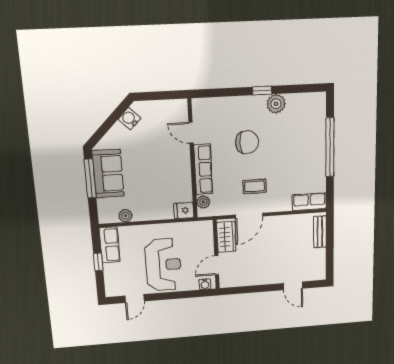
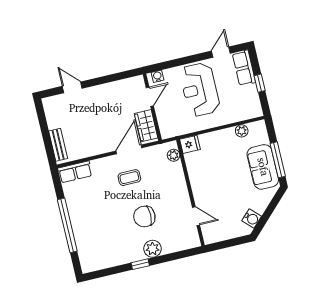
plant: (276, 104) -> (153, 249), moved
row of seats: (203, 169) -> (179, 185), removed
row of seats: (110, 245) -> (244, 68), moved

